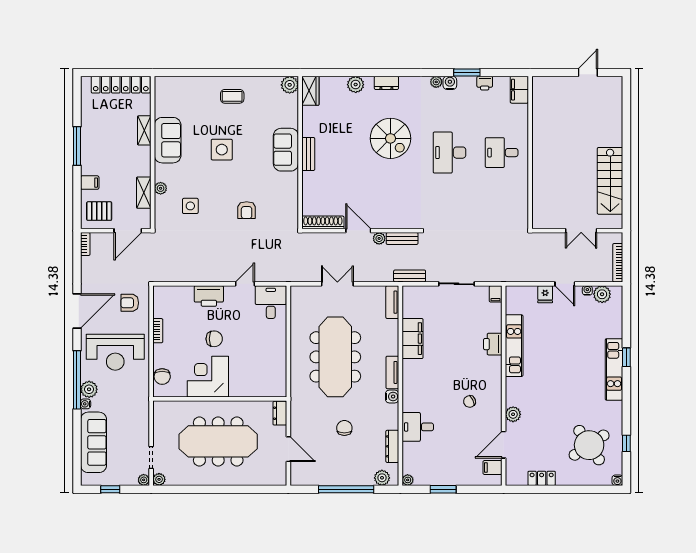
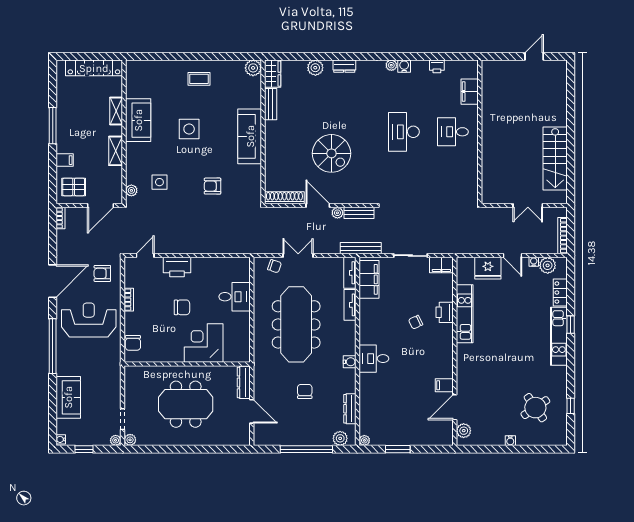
window: (467, 72) -> (420, 56), removed
filing cabinet: (519, 90) -> (470, 92), moved
spiral stairs: (390, 138) -> (331, 153), moved
sofa: (286, 150) -> (250, 136), width x1.36
bench: (308, 154) -> (271, 104), moved
plant: (161, 188) -> (131, 190), moved
shelving: (144, 193) -> (116, 151), moved
armchair: (247, 210) -> (213, 186), turned 90
bench: (410, 276) -> (361, 248), width x1.36
door: (245, 284) -> (145, 256), moved
filing cabinet: (496, 294) -> (441, 265), width x2.00
fridge: (545, 294) -> (488, 268), width x1.88, depth x1.34
chair: (312, 295) -> (275, 266), added
desk: (271, 302) -> (235, 297), moved, turned 90
filing cabinet: (413, 339) -> (369, 279), moved
reception desk: (115, 352) -> (89, 320), turned 180
tv unit: (392, 372) -> (350, 305), moved
corner desk: (208, 377) -> (204, 343), moved
plant: (89, 389) -> (64, 355), removed
chair: (470, 401) -> (416, 322), moved
water cooler: (86, 404) -> (61, 439), moved
dresser: (280, 413) -> (244, 382), width x1.44
plant: (513, 414) -> (464, 431), moved
desk: (418, 427) -> (374, 359), moved
meeting table: (218, 441) -> (186, 404), width x0.73
sofa: (94, 442) -> (68, 397), width x0.73
round table: (589, 445) -> (535, 408), width x0.73, depth x0.73
filing cabinet: (492, 468) -> (444, 385), moved
locker: (542, 478) -> (560, 293), moved, turned -90
water cooler: (617, 480) -> (510, 441), moved

